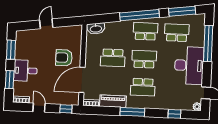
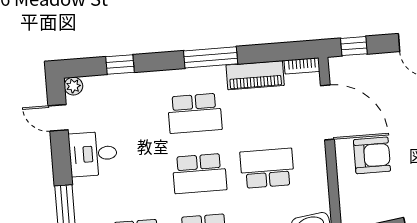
desk: (189, 65) -> (93, 154), width x0.53, depth x0.77
door: (82, 80) -> (327, 112), hinge flipped
school desk: (143, 87) -> (195, 113), turned 180

